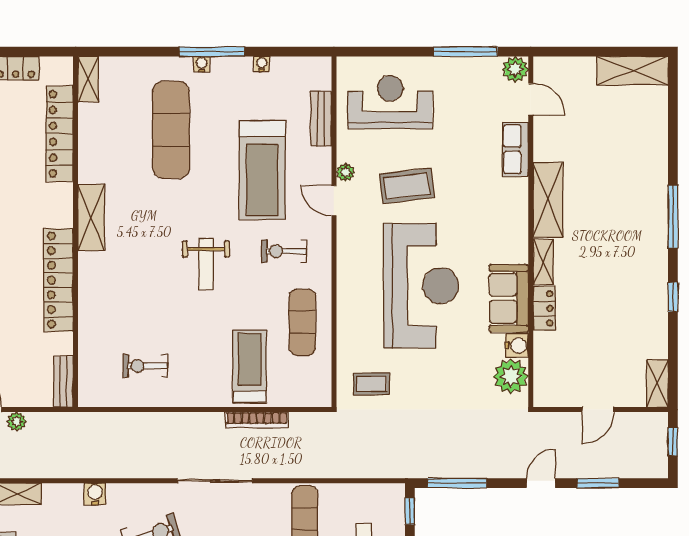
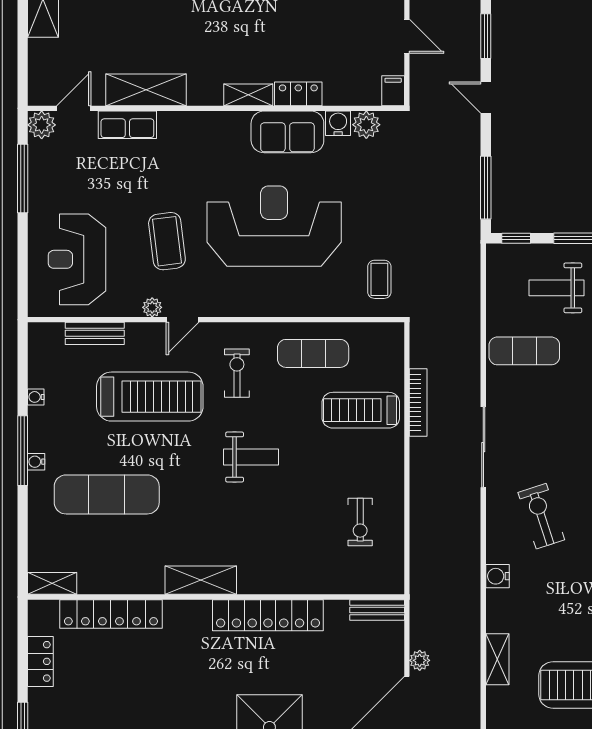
shelving: (548, 200) -> (146, 90), moved
exercise bike: (284, 251) -> (237, 373), turned 180
plant: (511, 376) -> (366, 125), width x0.73, depth x0.73
filing cabinet: (547, 397) -> (393, 91), added

